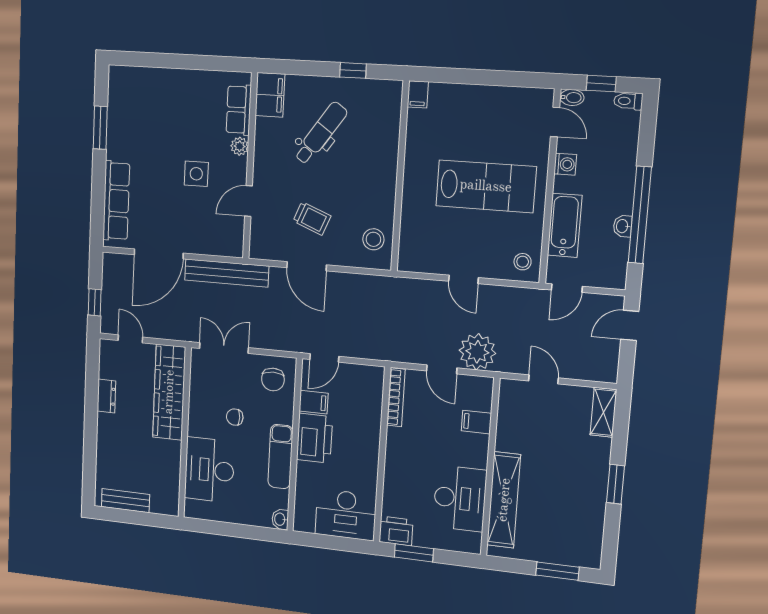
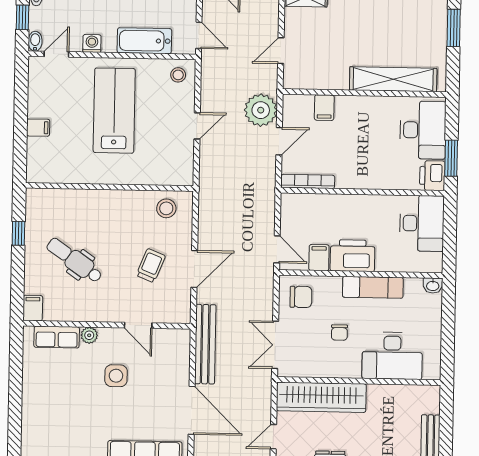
filing cabinet: (418, 94) -> (38, 128), moved
filing cabinet: (270, 95) -> (33, 308), width x0.50
desk: (460, 498) -> (423, 130), moved, turned 90

